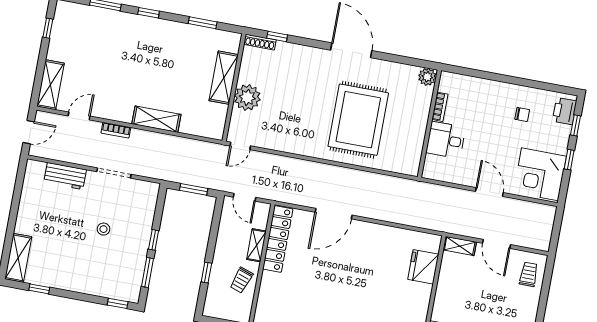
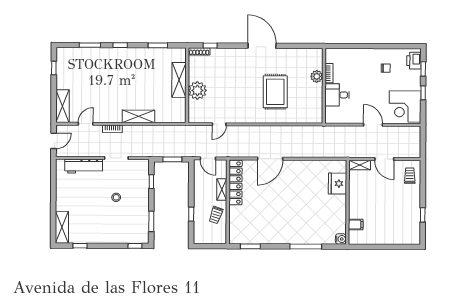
plant: (427, 77) -> (317, 76), moved
rug: (358, 120) -> (275, 92), width x0.73, depth x0.69
door: (240, 146) -> (219, 124), moved
workbench: (65, 176) -> (84, 166), width x1.38
window: (154, 240) -> (151, 182), moved

